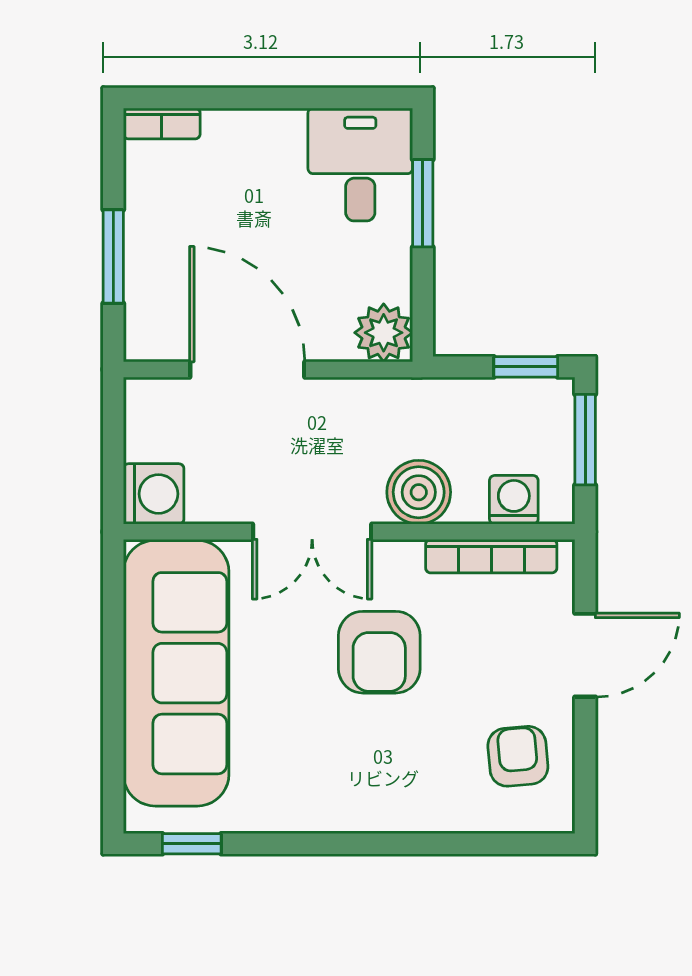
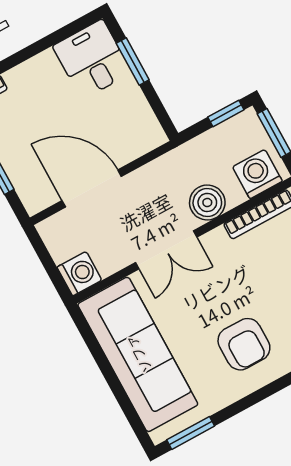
plant: (384, 333) -> (148, 135), removed
washing machine: (514, 500) -> (257, 174), width x1.38, depth x1.38
armchair: (379, 652) -> (244, 344), moved
window: (192, 844) -> (191, 433), width x1.50

